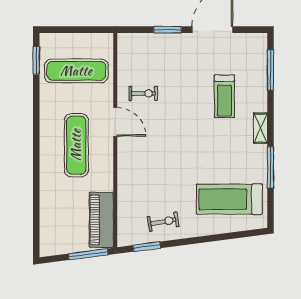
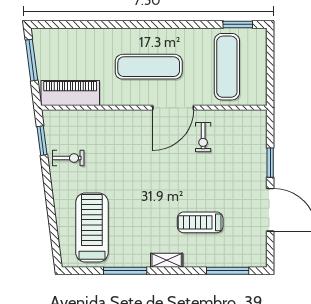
door: (115, 122) -> (173, 108), width x1.36
exercise bike: (163, 222) -> (68, 158), turned -80
window: (88, 254) -> (32, 60), moved

